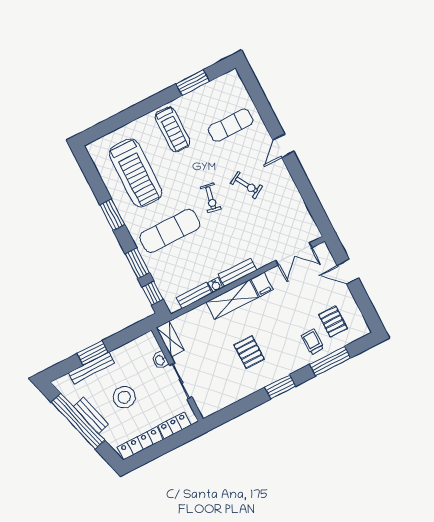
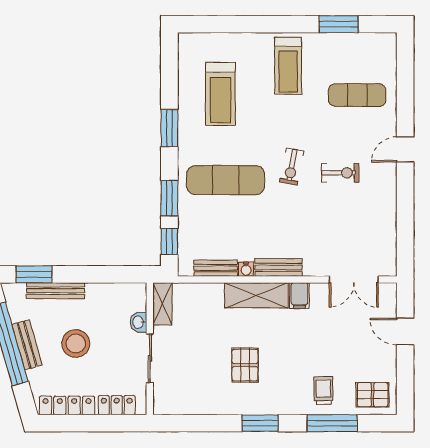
treadmill: (136, 173) -> (220, 94), width x0.73, depth x0.73
exercise bike: (247, 185) -> (340, 173), turned -59
pallet: (333, 322) -> (373, 395), moved, turned 90
window: (93, 353) -> (34, 274), moved

